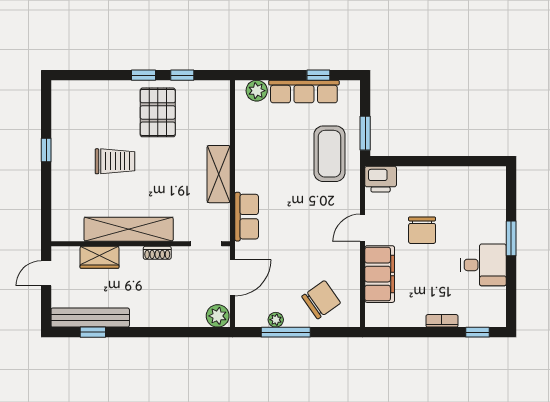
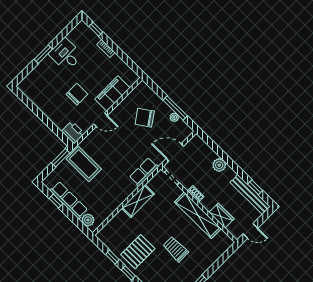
coffee table: (329, 154) -> (84, 164), turned 90
chair: (321, 300) -> (145, 118), moved
plant: (218, 316) -> (219, 165), moved

